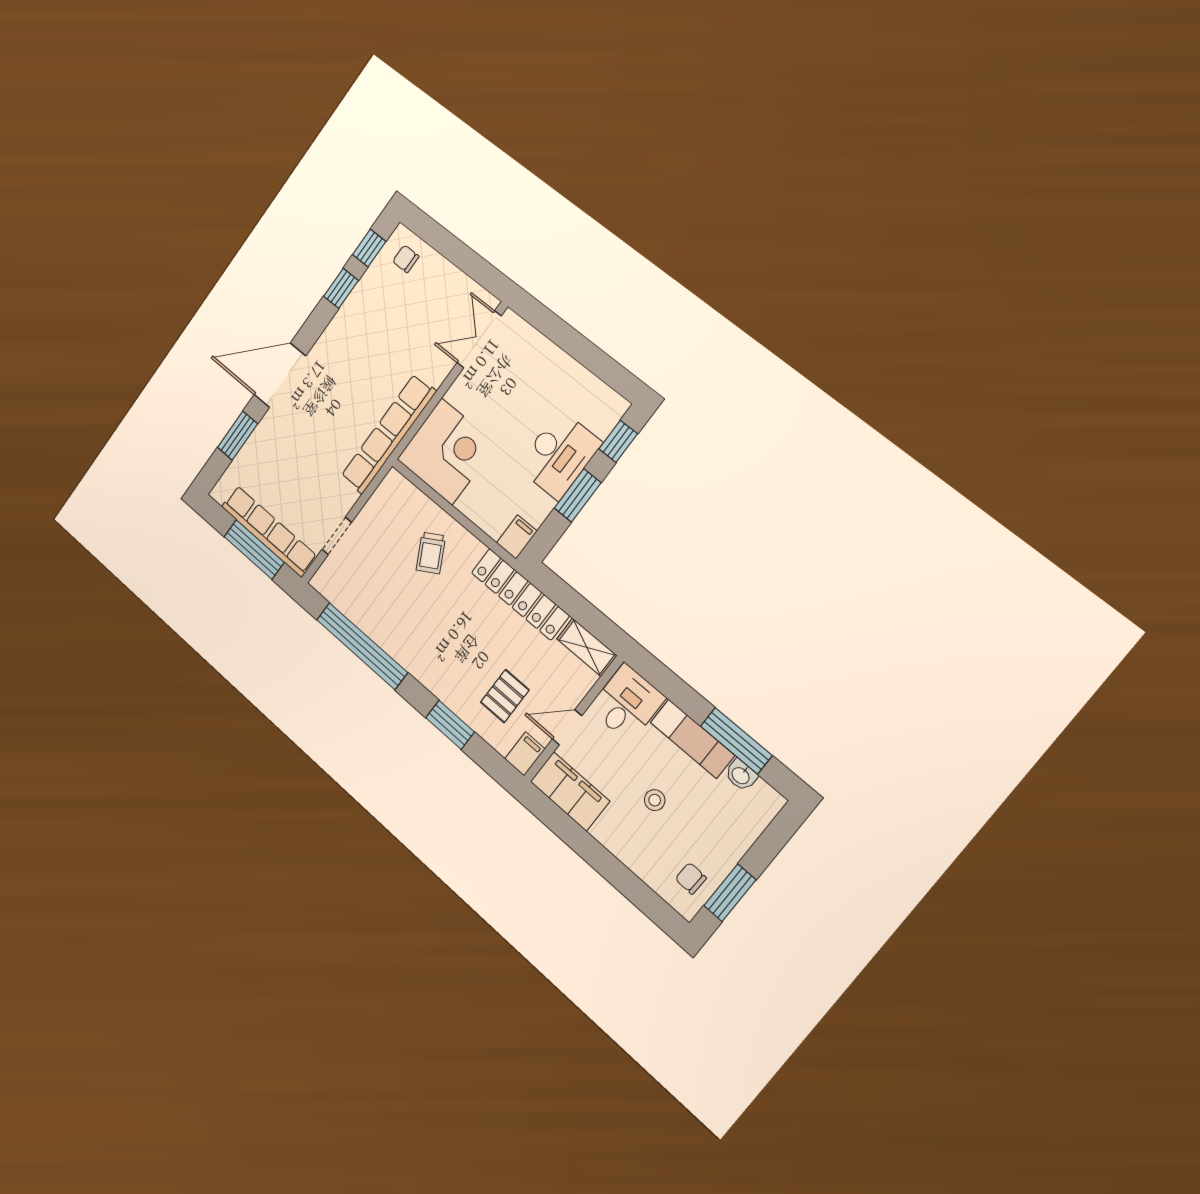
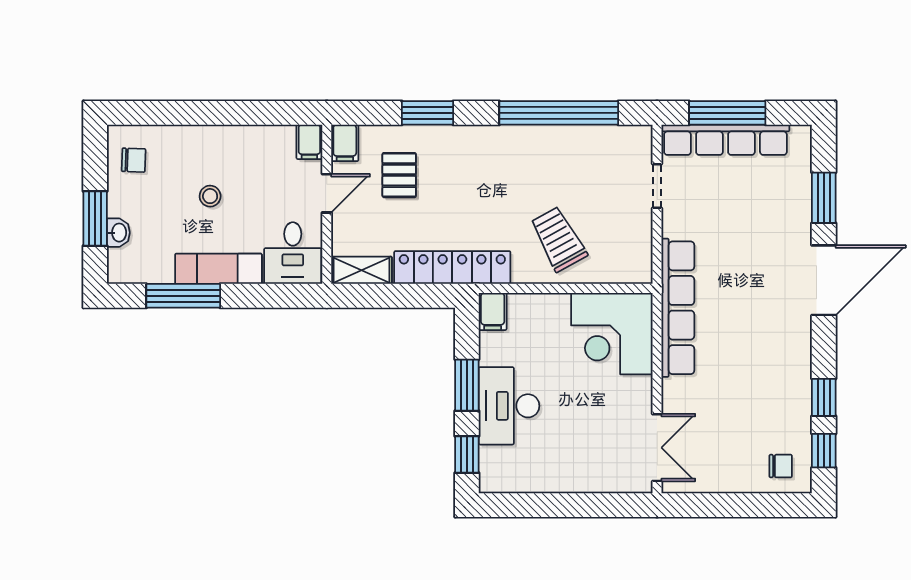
trolley: (431, 553) -> (558, 239), width x1.36, depth x1.39
washbasin: (741, 775) -> (118, 233), moved, turned 90
filing cabinet: (570, 791) -> (309, 142), width x0.33, depth x0.86
window: (730, 893) -> (95, 218), moved

